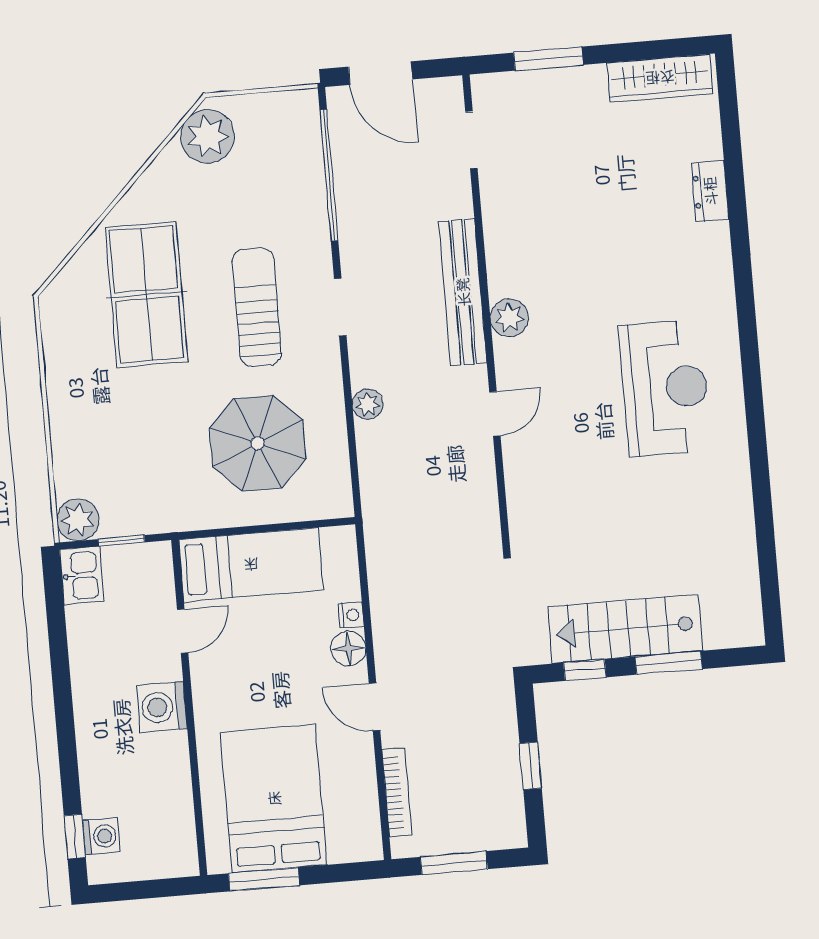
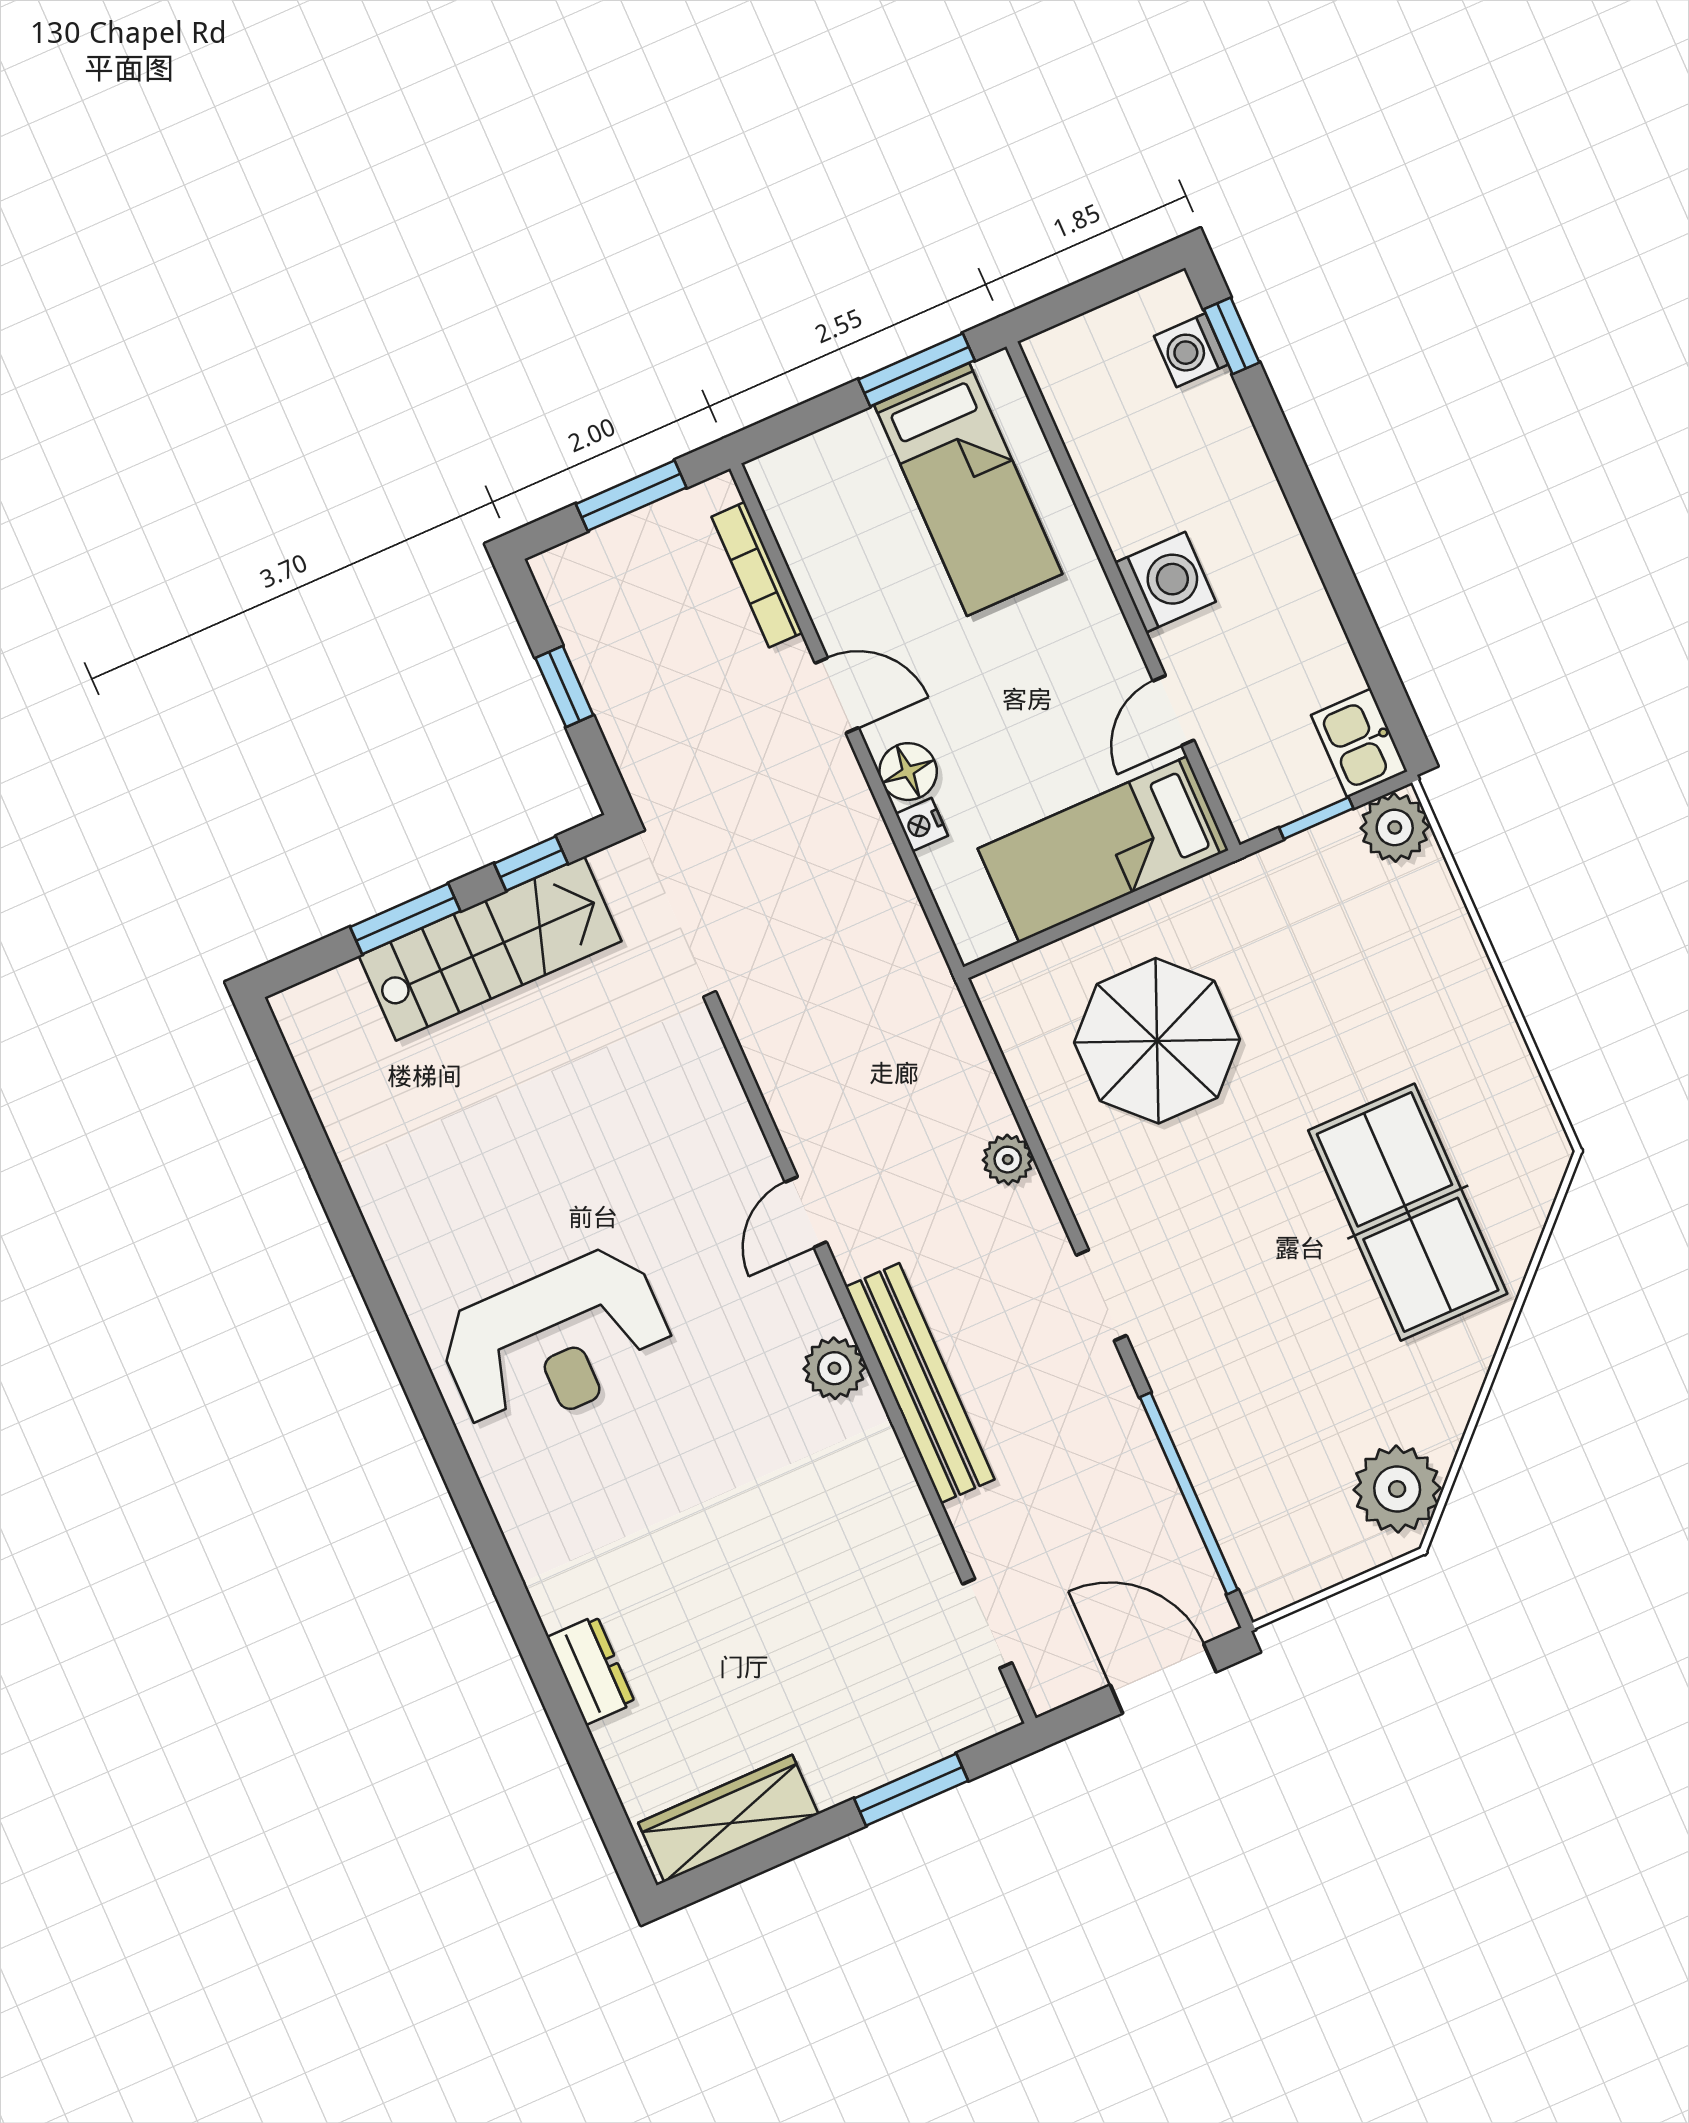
sun lounger: (257, 307) -> (1230, 1251), removed
reception desk: (665, 388) -> (556, 1342), turned -90
bed: (274, 798) -> (968, 489), width x0.67

